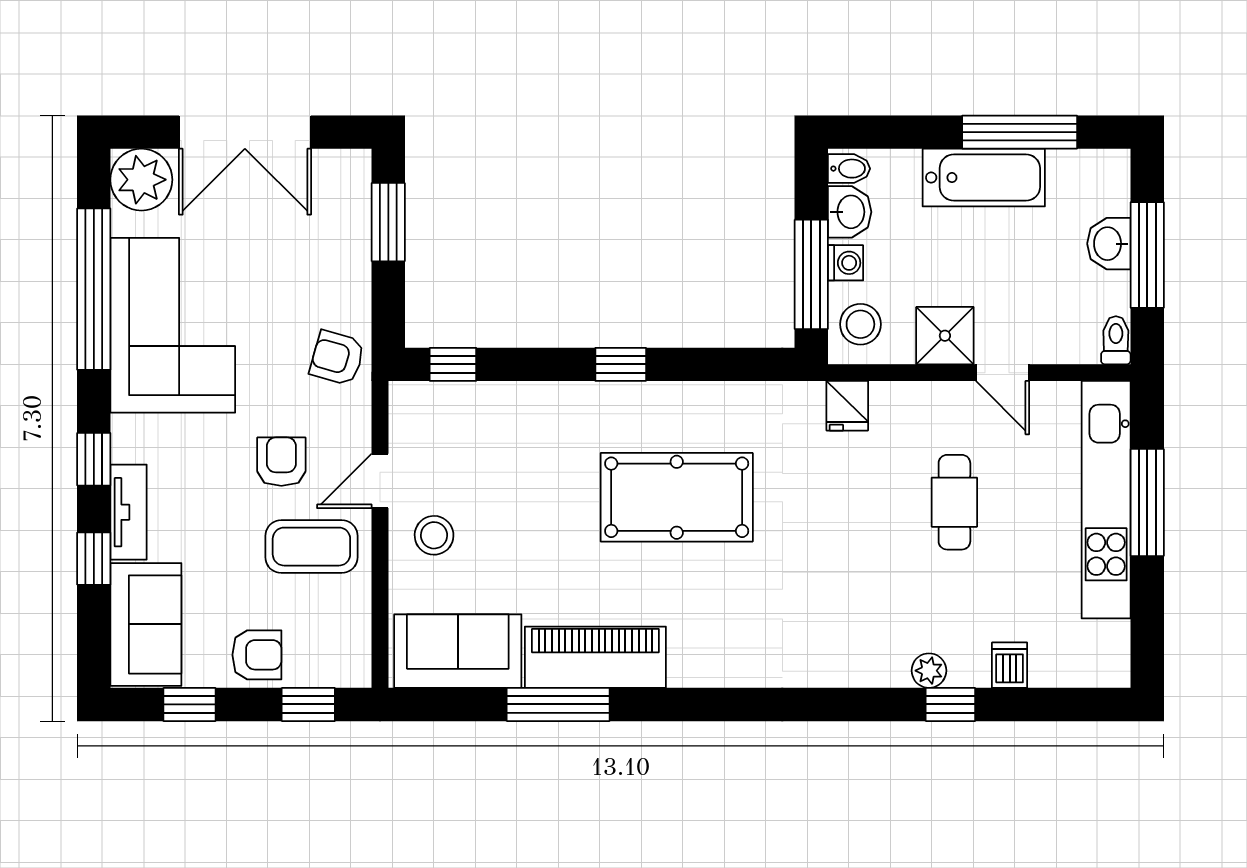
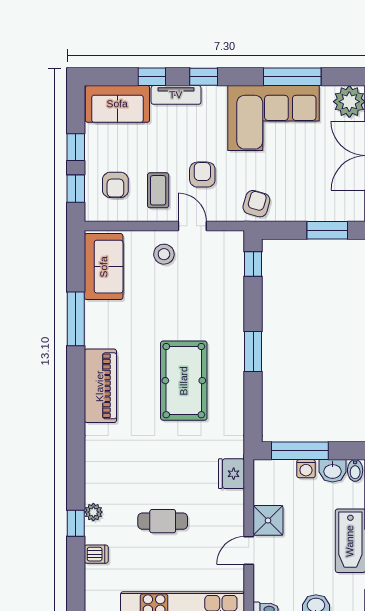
window: (94, 289) -> (292, 77), width x0.68
stool: (860, 324) -> (274, 476), removed
window: (621, 364) -> (253, 351), width x1.50
fridge: (847, 406) -> (231, 474), width x1.38
armchair: (281, 462) -> (202, 175), turned -90
cafe table: (954, 502) -> (163, 521), moved
coffee table: (311, 547) -> (158, 190), width x0.73, depth x0.77
armchair: (257, 655) -> (115, 185), moved
piano: (595, 657) -> (100, 386), moved
window: (190, 704) -> (76, 147), moved

